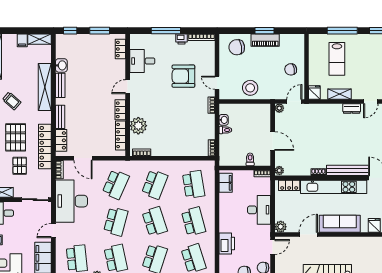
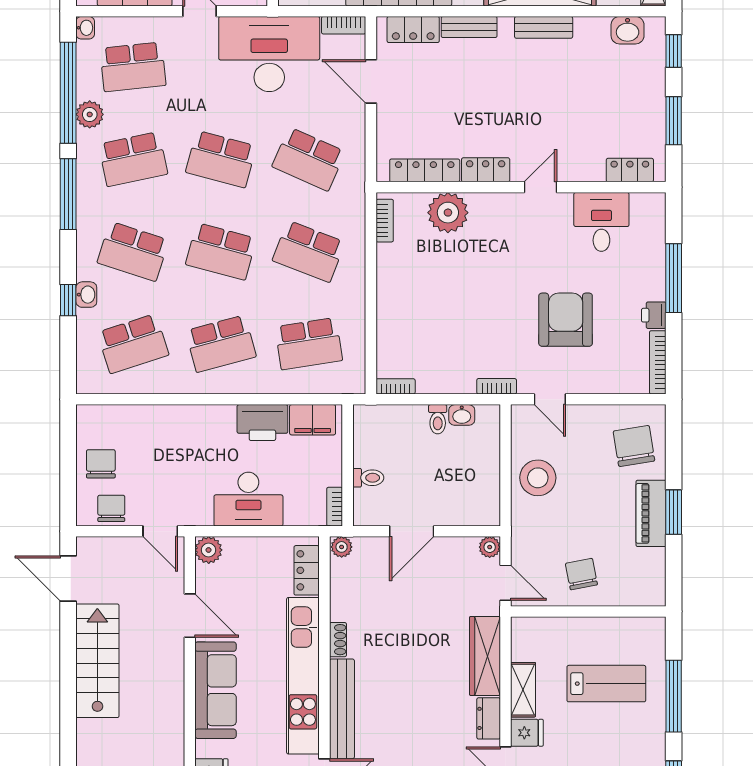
lab bench: (337, 59) -> (606, 684), turned 180
washbasin: (61, 65) -> (628, 30), moved
door: (217, 83) -> (550, 399), swing flipped
door: (128, 87) -> (540, 187), hinge flipped
fridge: (314, 92) -> (527, 733), moved
wardrobe: (325, 110) -> (485, 656), added
door: (83, 158) -> (371, 81), hinge flipped
school desk: (155, 221) -> (221, 251), turned 33
printer: (227, 244) -> (262, 423), moved

